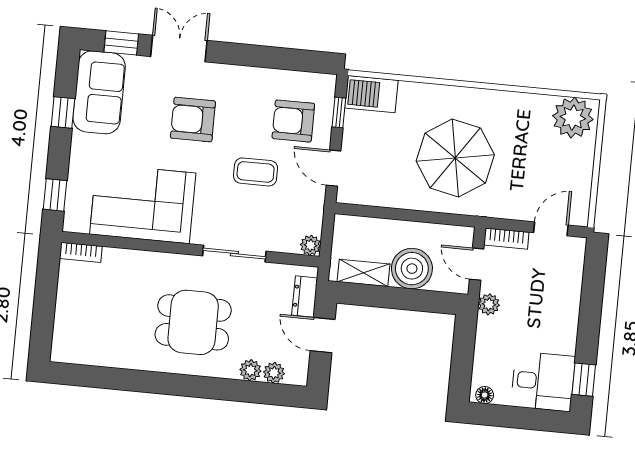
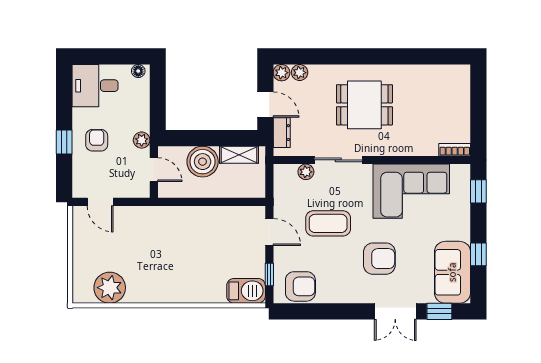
plant: (573, 118) -> (110, 288), moved
armchair: (293, 121) -> (300, 286), moved
parasol: (455, 158) -> (178, 249), removed
coffee table: (256, 172) -> (328, 223), width x1.36, depth x1.30
door: (551, 229) -> (100, 202), hinge flipped
bookcase: (506, 239) -> (133, 191), removed
plant: (310, 245) -> (306, 172), moved
armchair: (548, 310) -> (97, 140), added
plant: (250, 370) -> (282, 73), moved
window: (584, 380) -> (64, 142), moved

